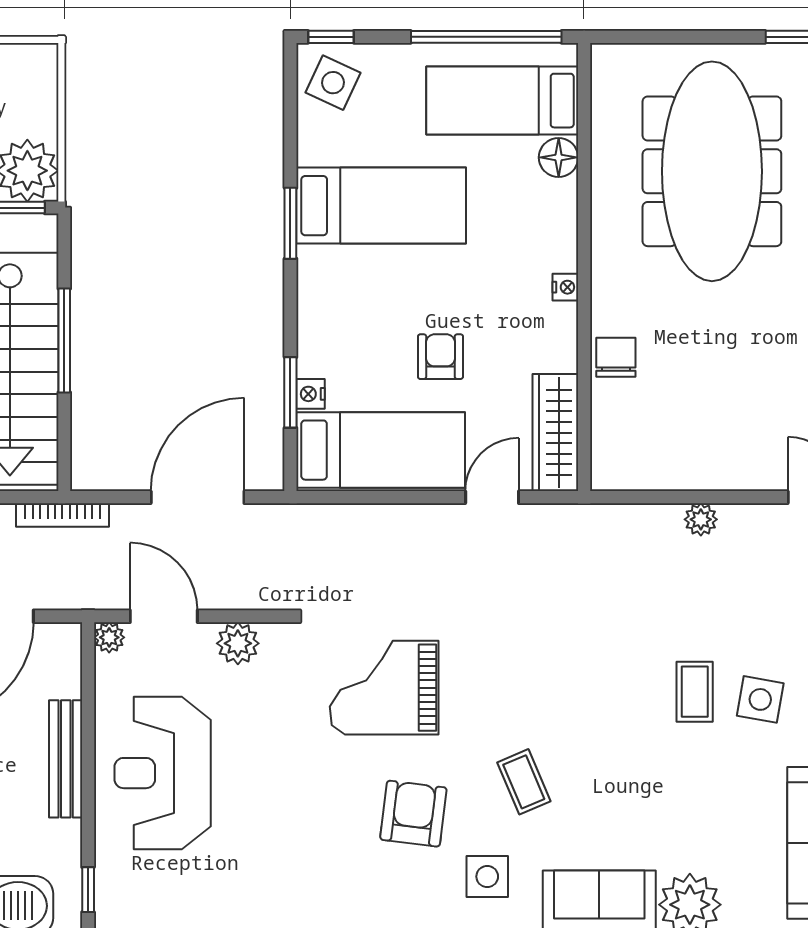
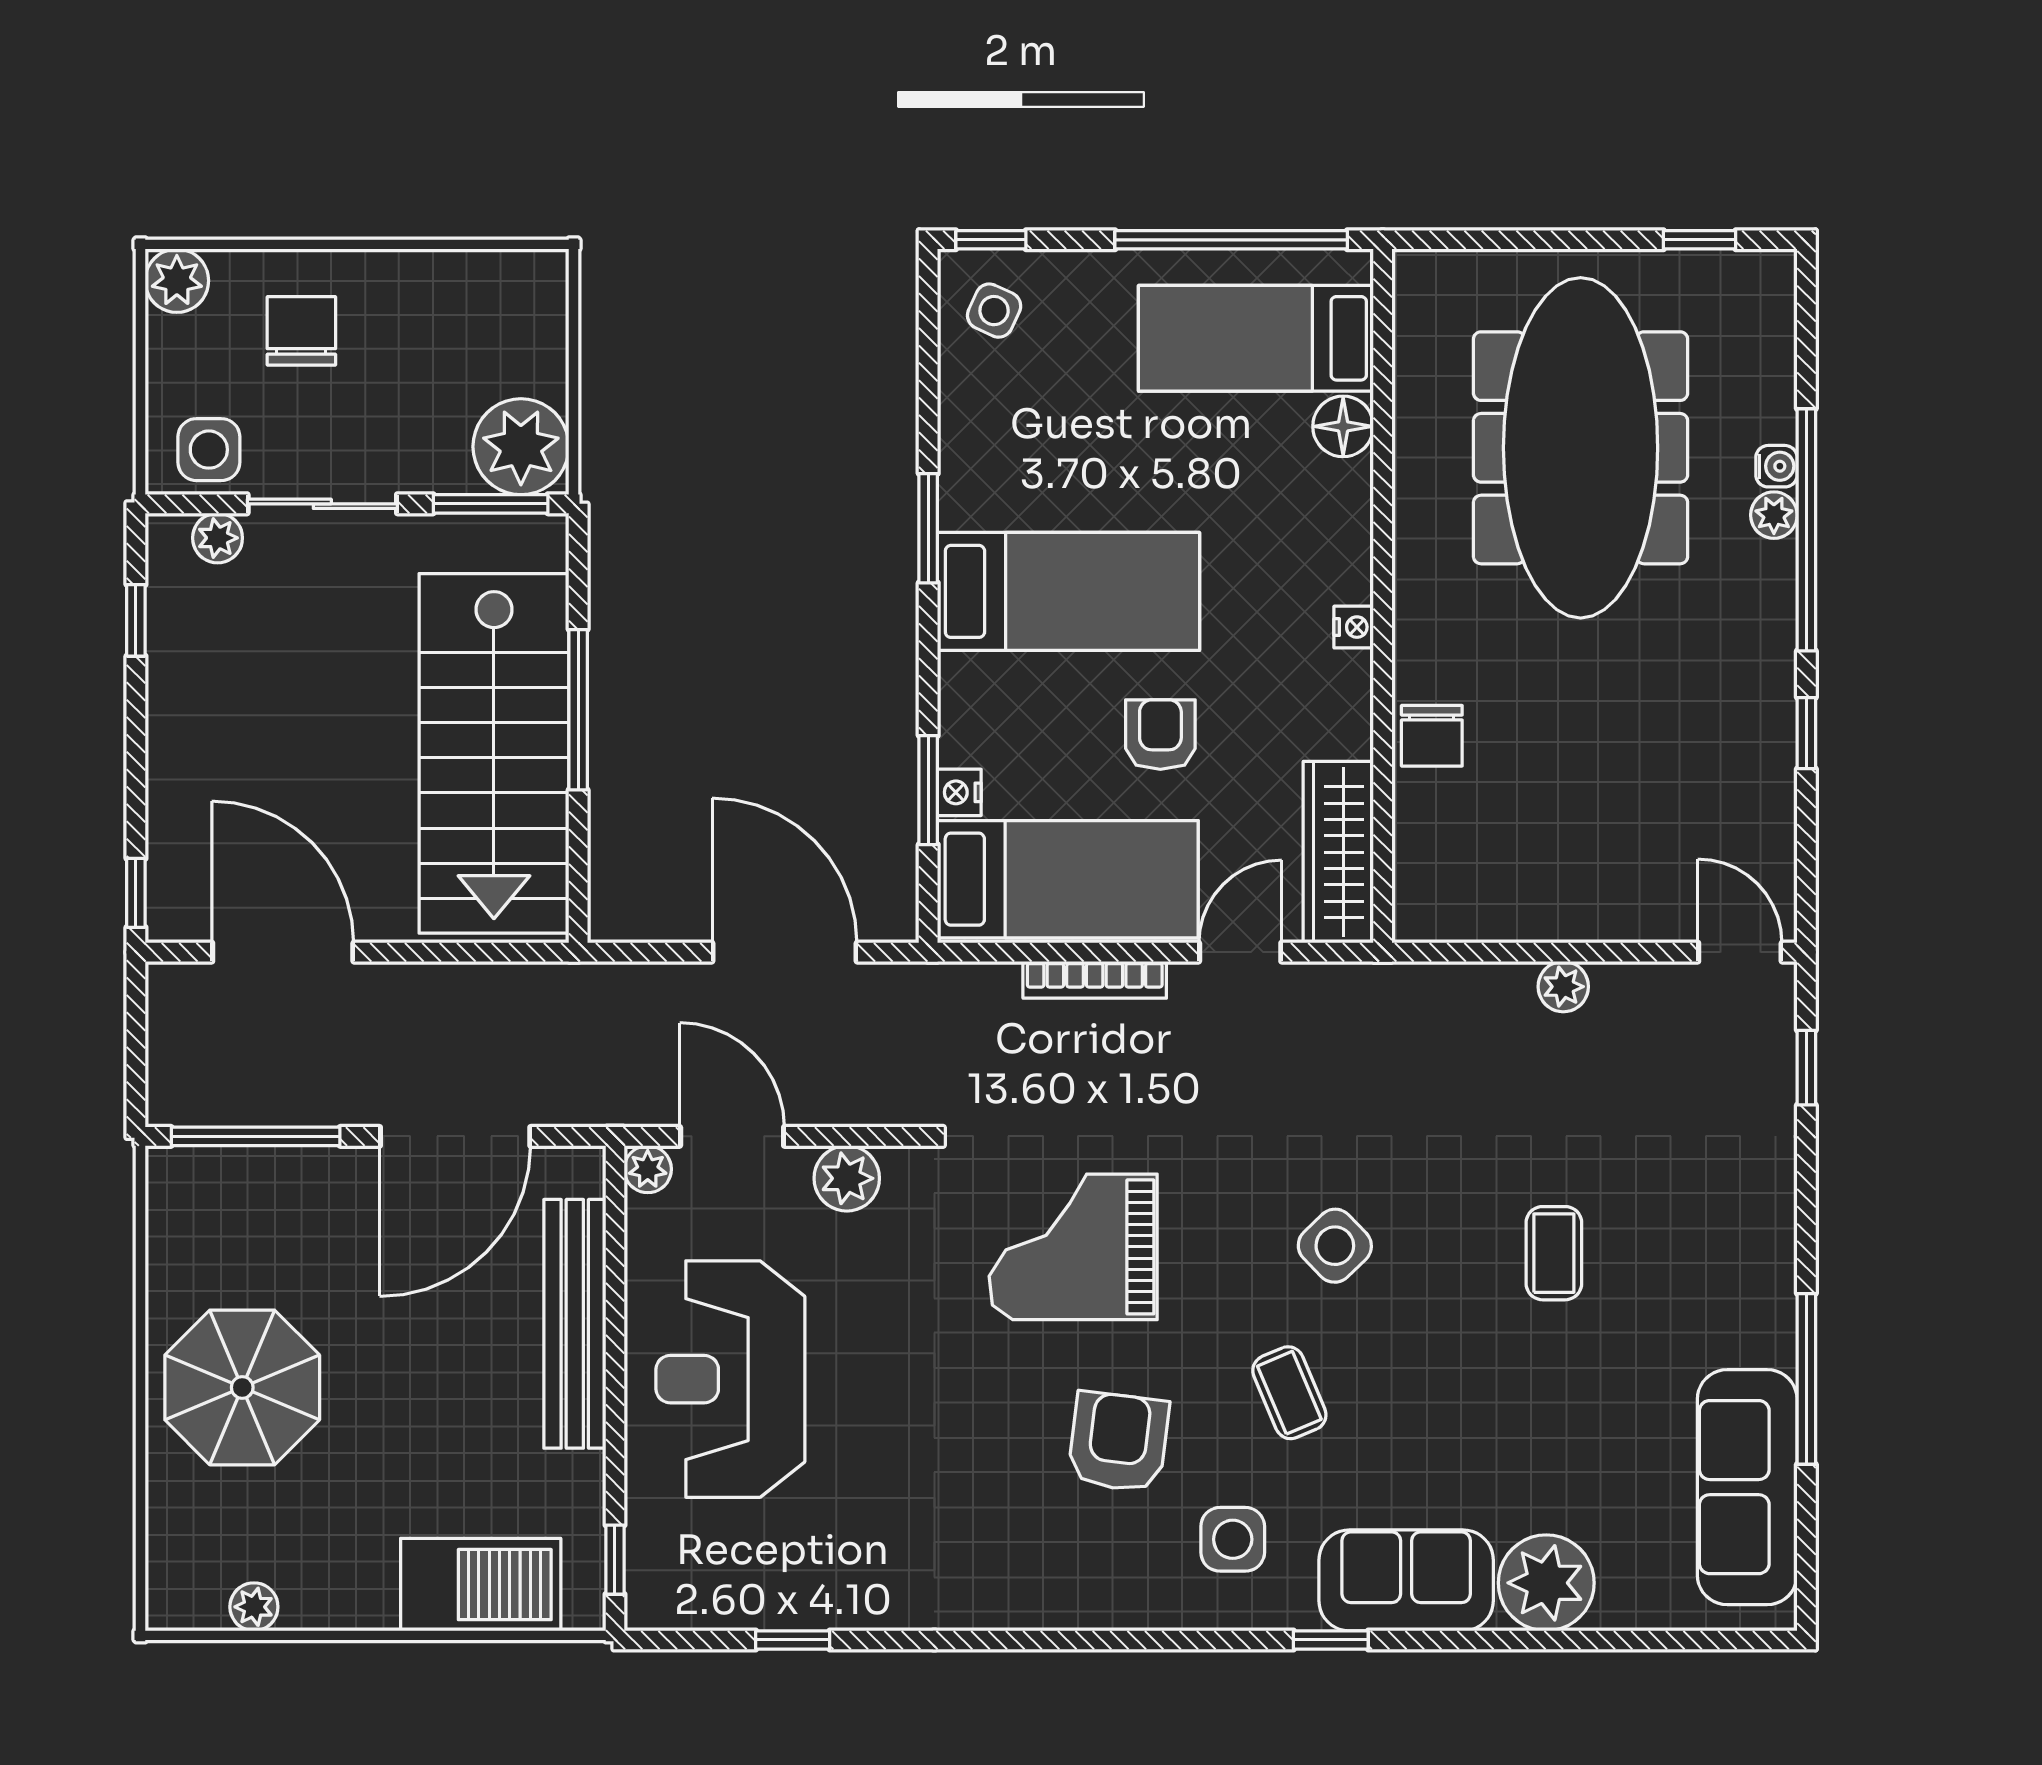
side table: (333, 83) -> (994, 311), width x0.73, depth x0.73
bed: (381, 206) -> (1068, 591), moved
chair: (616, 357) -> (1432, 736), turned 180
door: (198, 497) -> (784, 952), hinge flipped
bookcase: (62, 515) -> (1095, 980), moved
side table: (760, 699) -> (1335, 1246), moved, turned 36
bench: (66, 759) -> (575, 1324), width x1.37, depth x1.21

